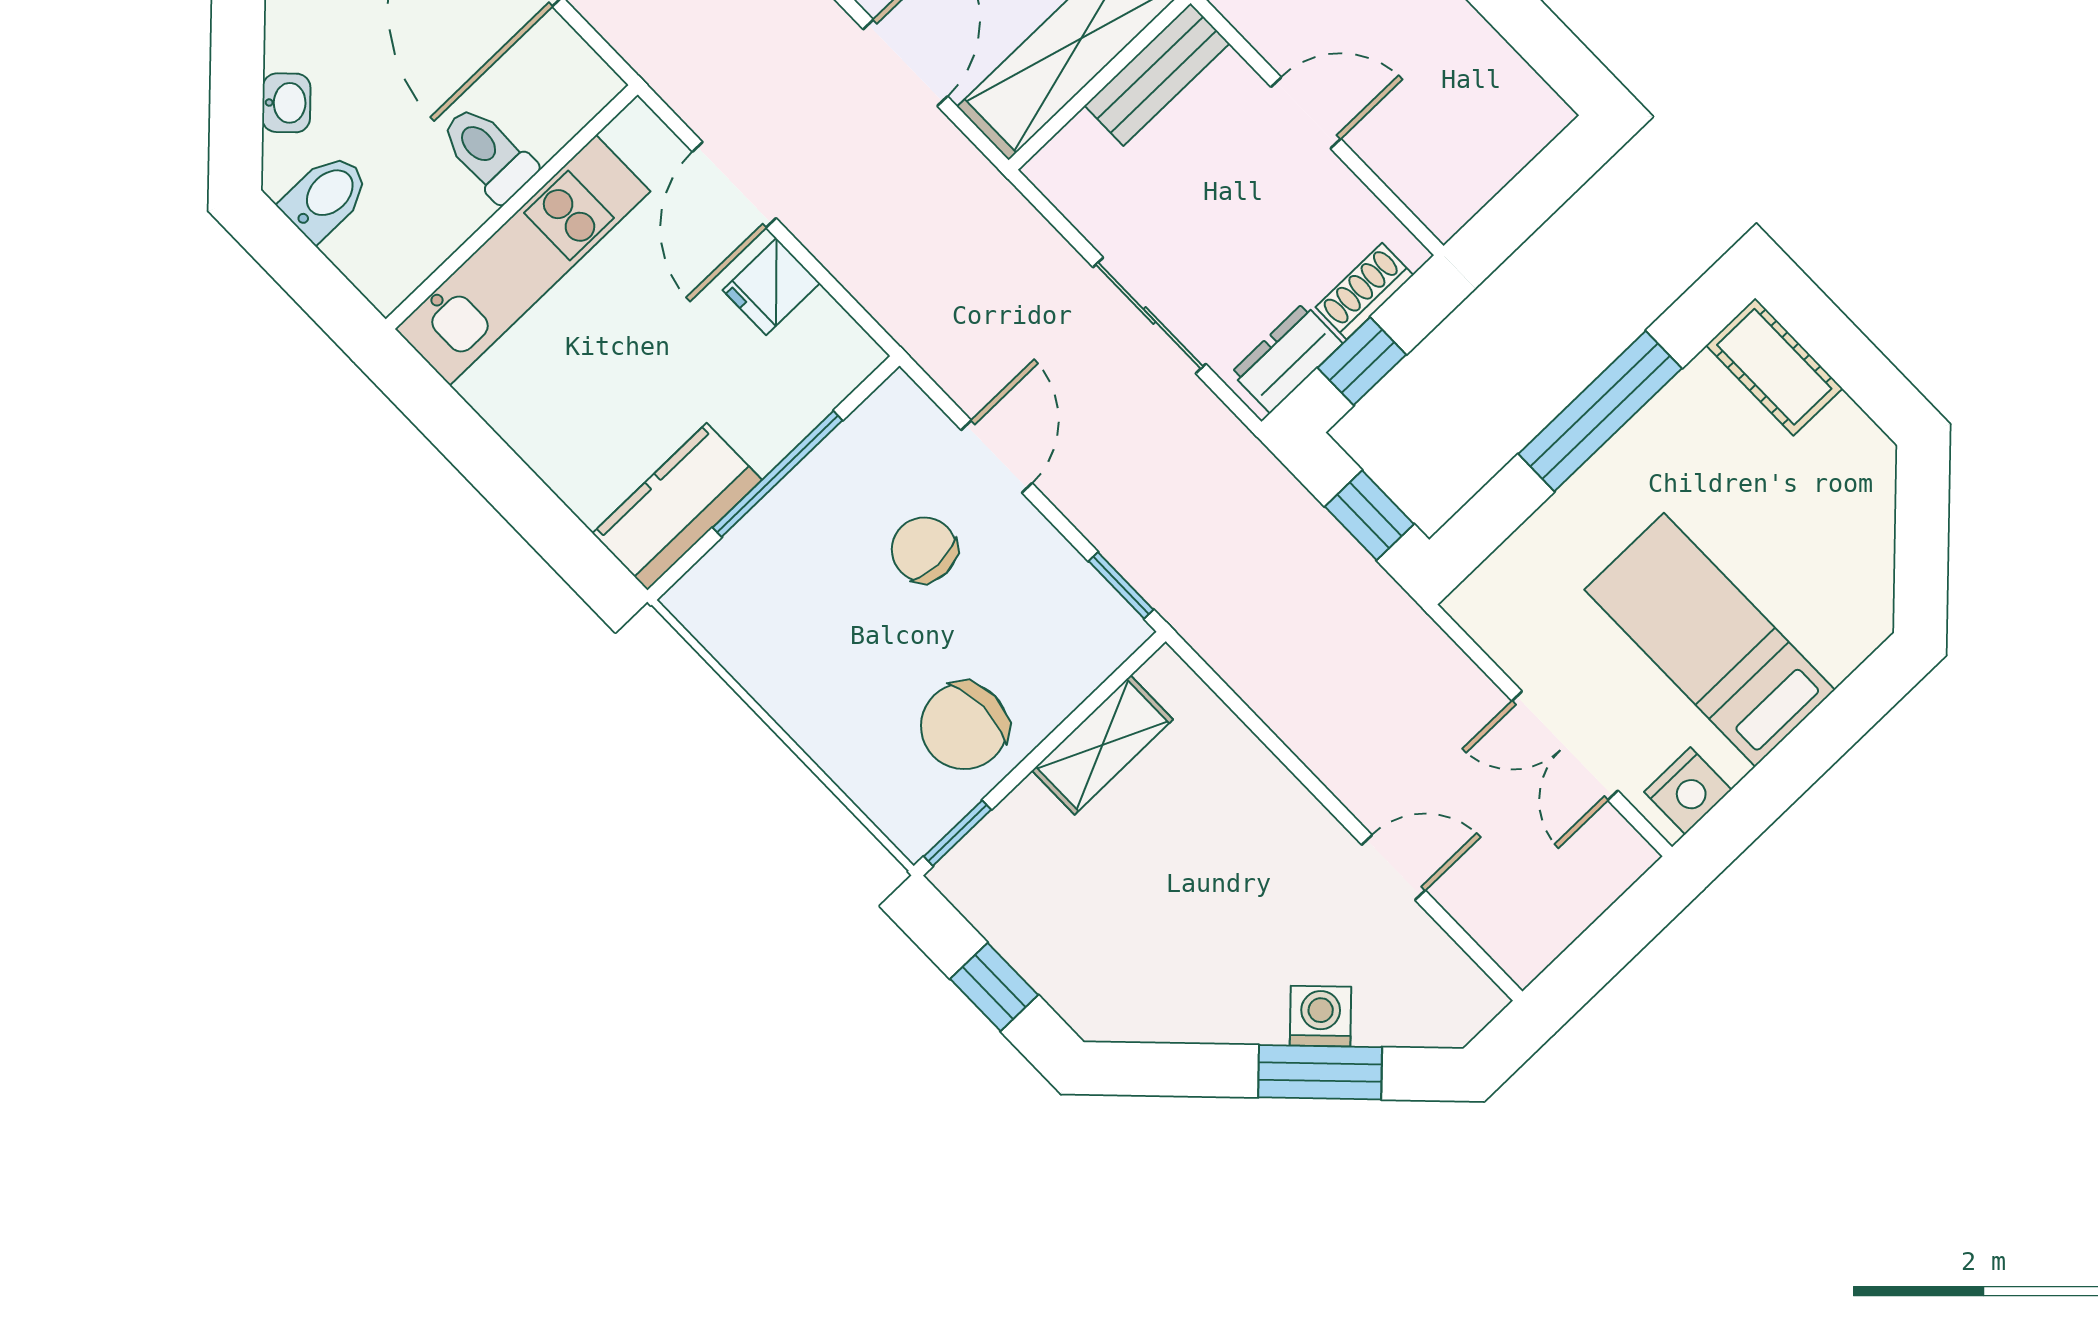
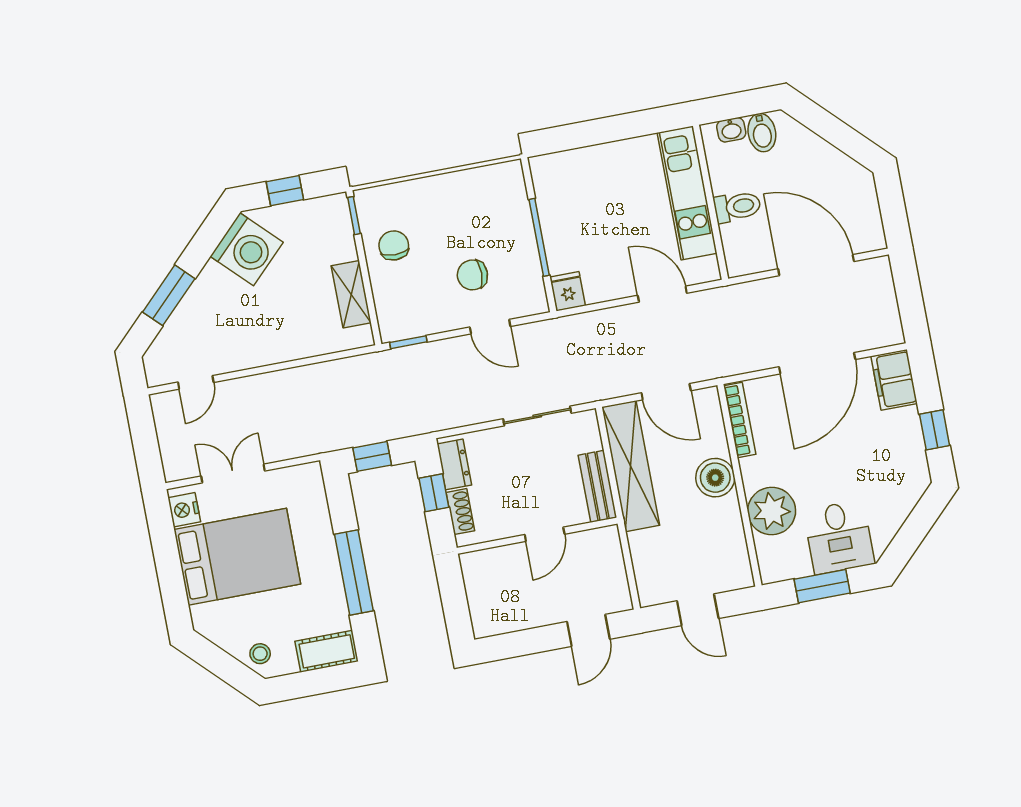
washbasin: (286, 103) -> (731, 130), moved, turned -45
fridge: (771, 287) -> (568, 291), moved
sliding door: (1149, 316) -> (537, 416), moved
stool: (1857, 484) -> (260, 654), added
kitchen counter: (677, 507) -> (552, 190), removed
chair: (924, 550) -> (472, 275), turned 180
bed: (1710, 640) -> (237, 557), width x1.50
chair: (964, 726) -> (394, 245), width x0.73, depth x0.73
door: (1394, 868) -> (196, 382), moved
washing machine: (1321, 1016) -> (247, 249), moved, width x1.89, depth x1.89

